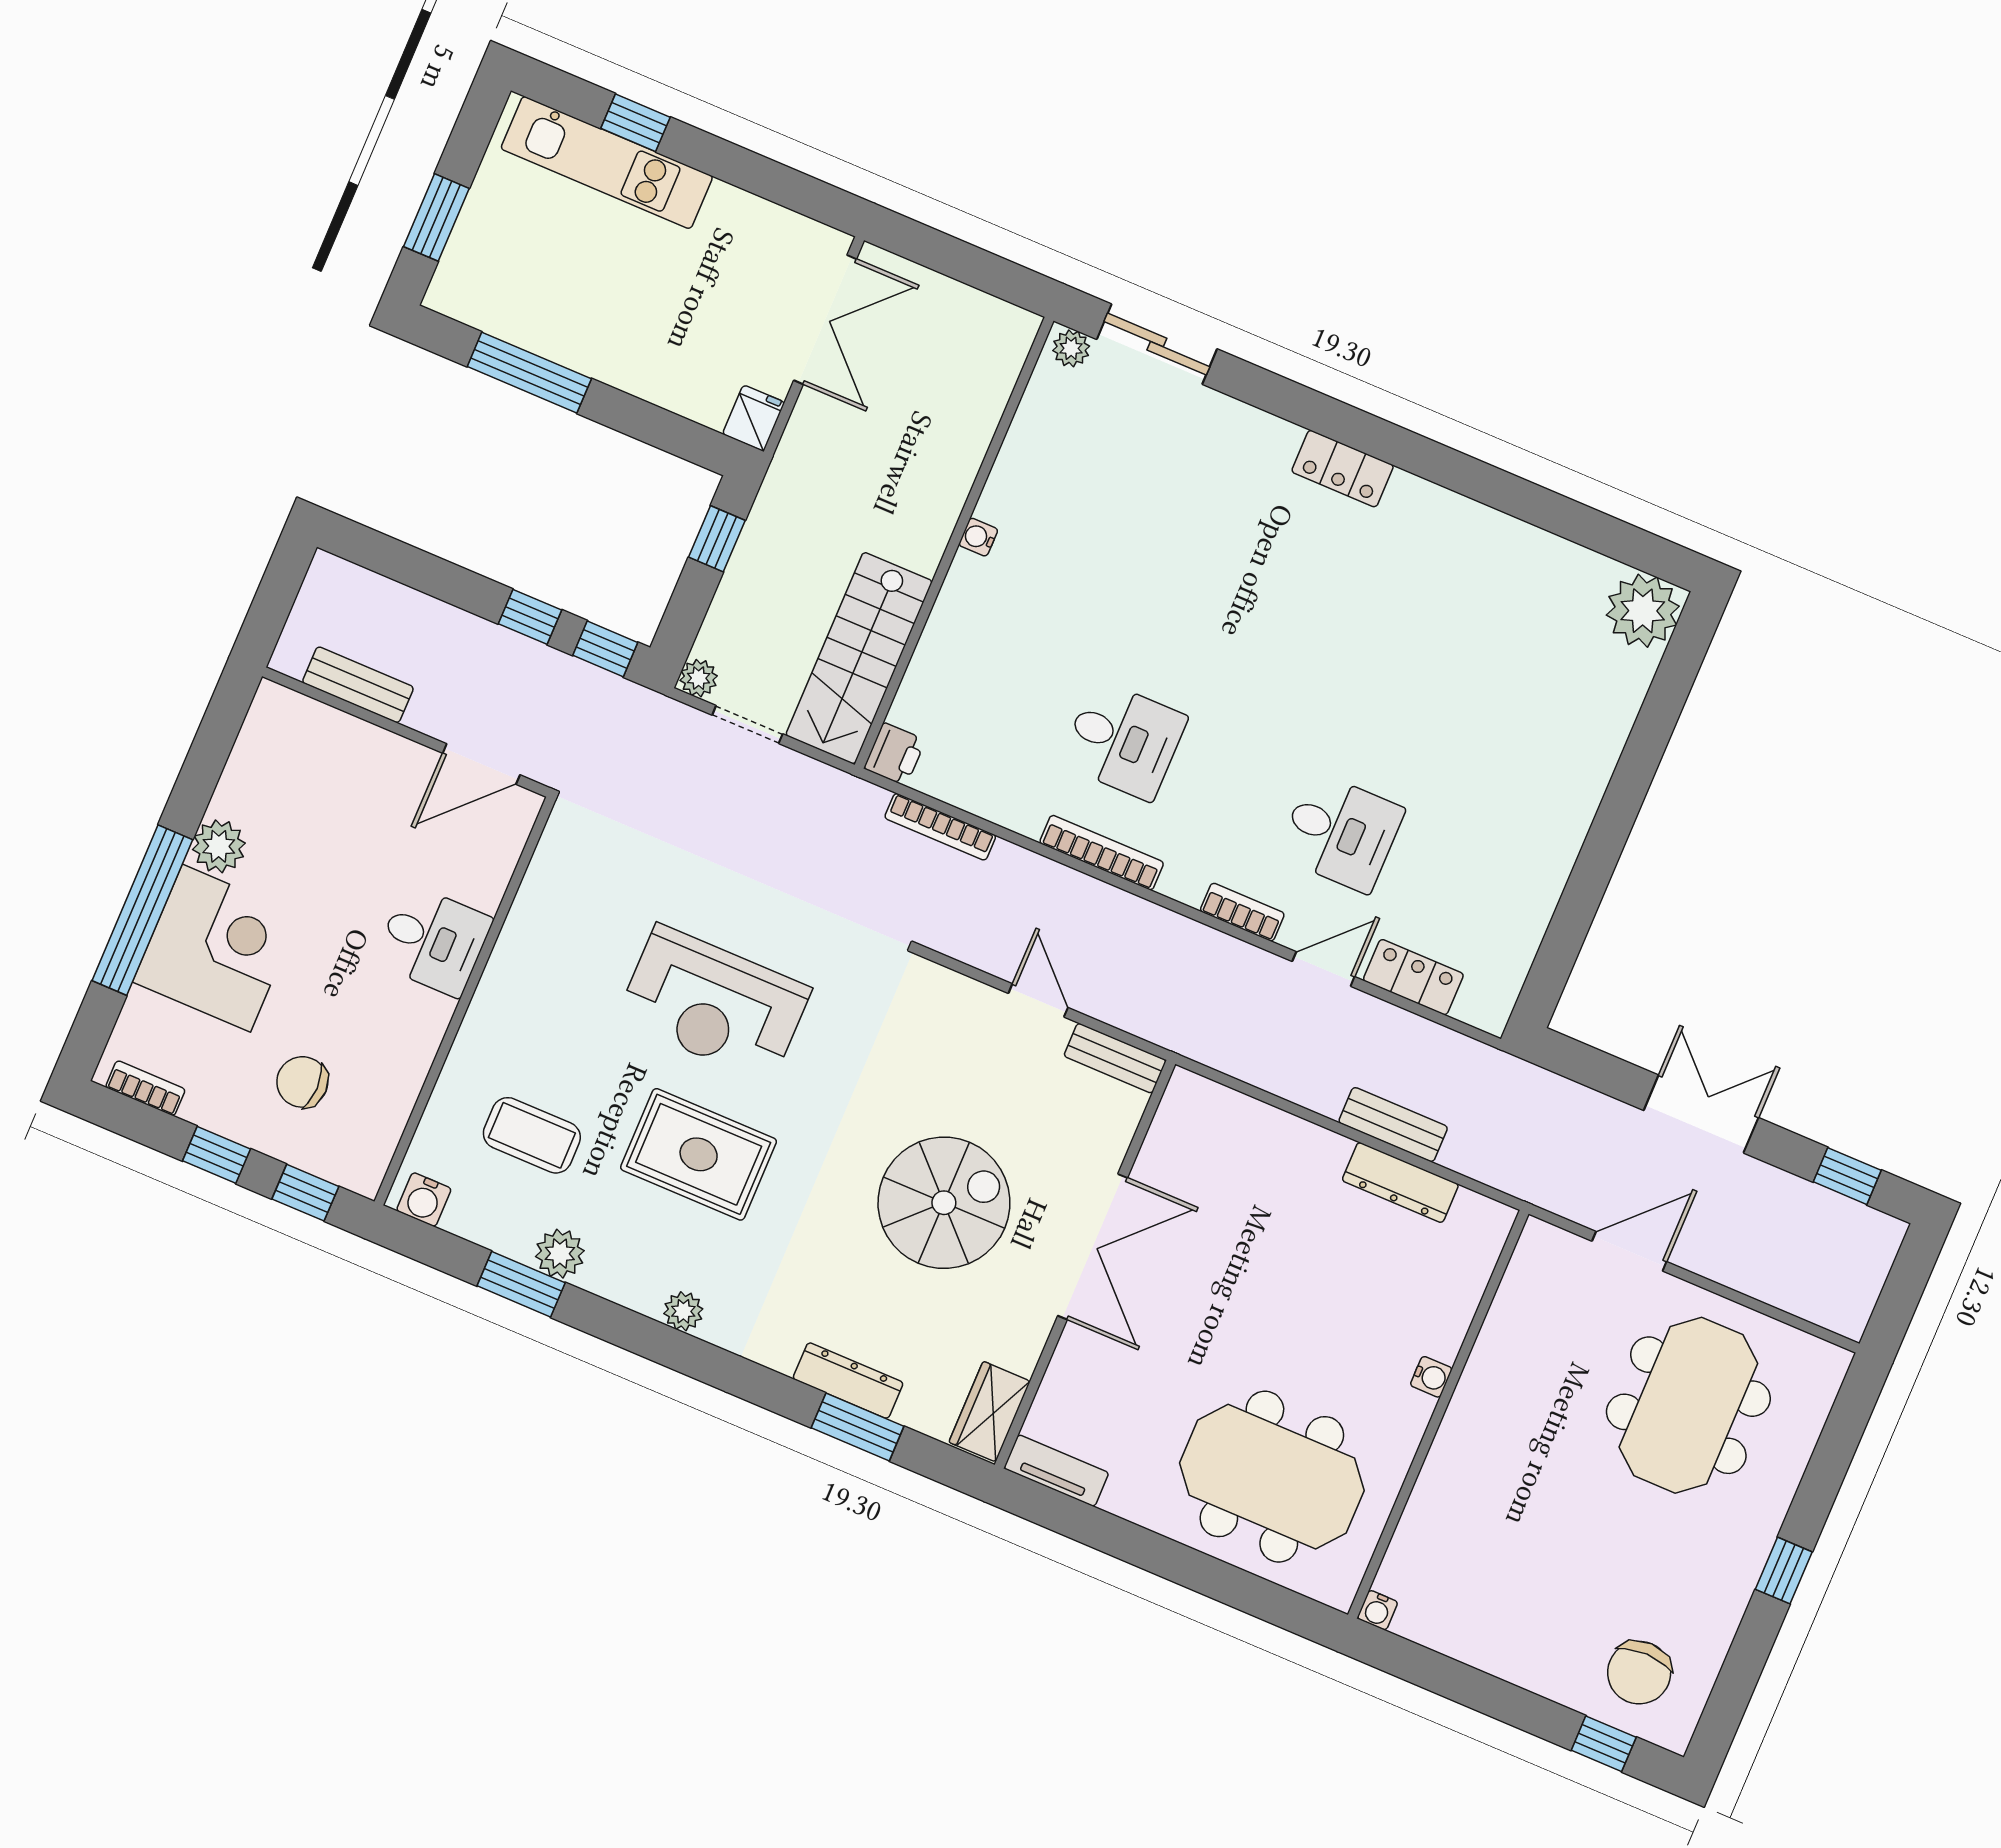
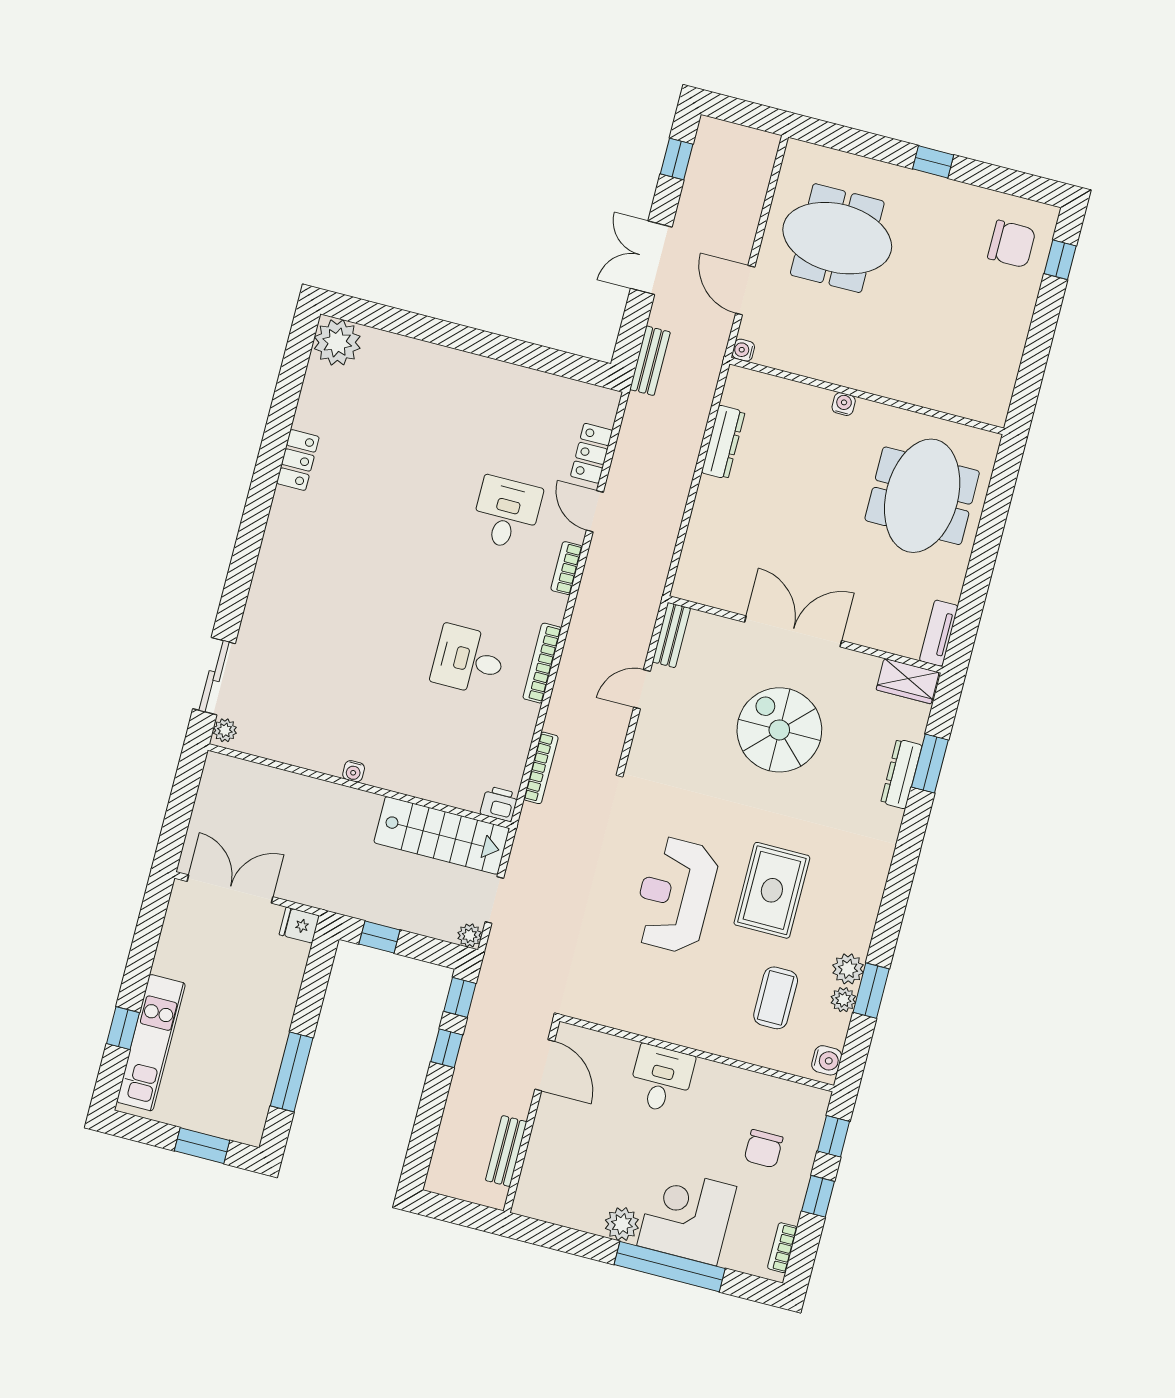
locker: (1343, 469) -> (298, 460), moved
desk: (1123, 740) -> (469, 660), turned -90
reception desk: (714, 1004) -> (675, 895), turned 180
bench: (1393, 1125) -> (650, 361), moved
plant: (683, 1311) -> (843, 1000), moved
water cooler: (1378, 1610) -> (743, 350), moved, turned 180

